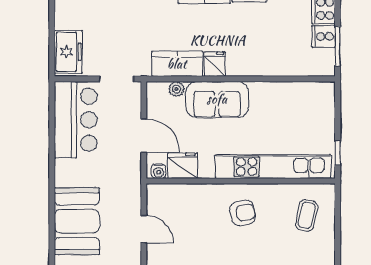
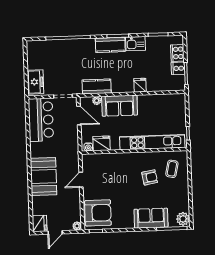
fridge: (215, 64) -> (140, 85), moved
door: (144, 136) -> (79, 115), moved
armchair: (243, 213) -> (150, 177), moved
door: (144, 229) -> (81, 180), swing flipped

